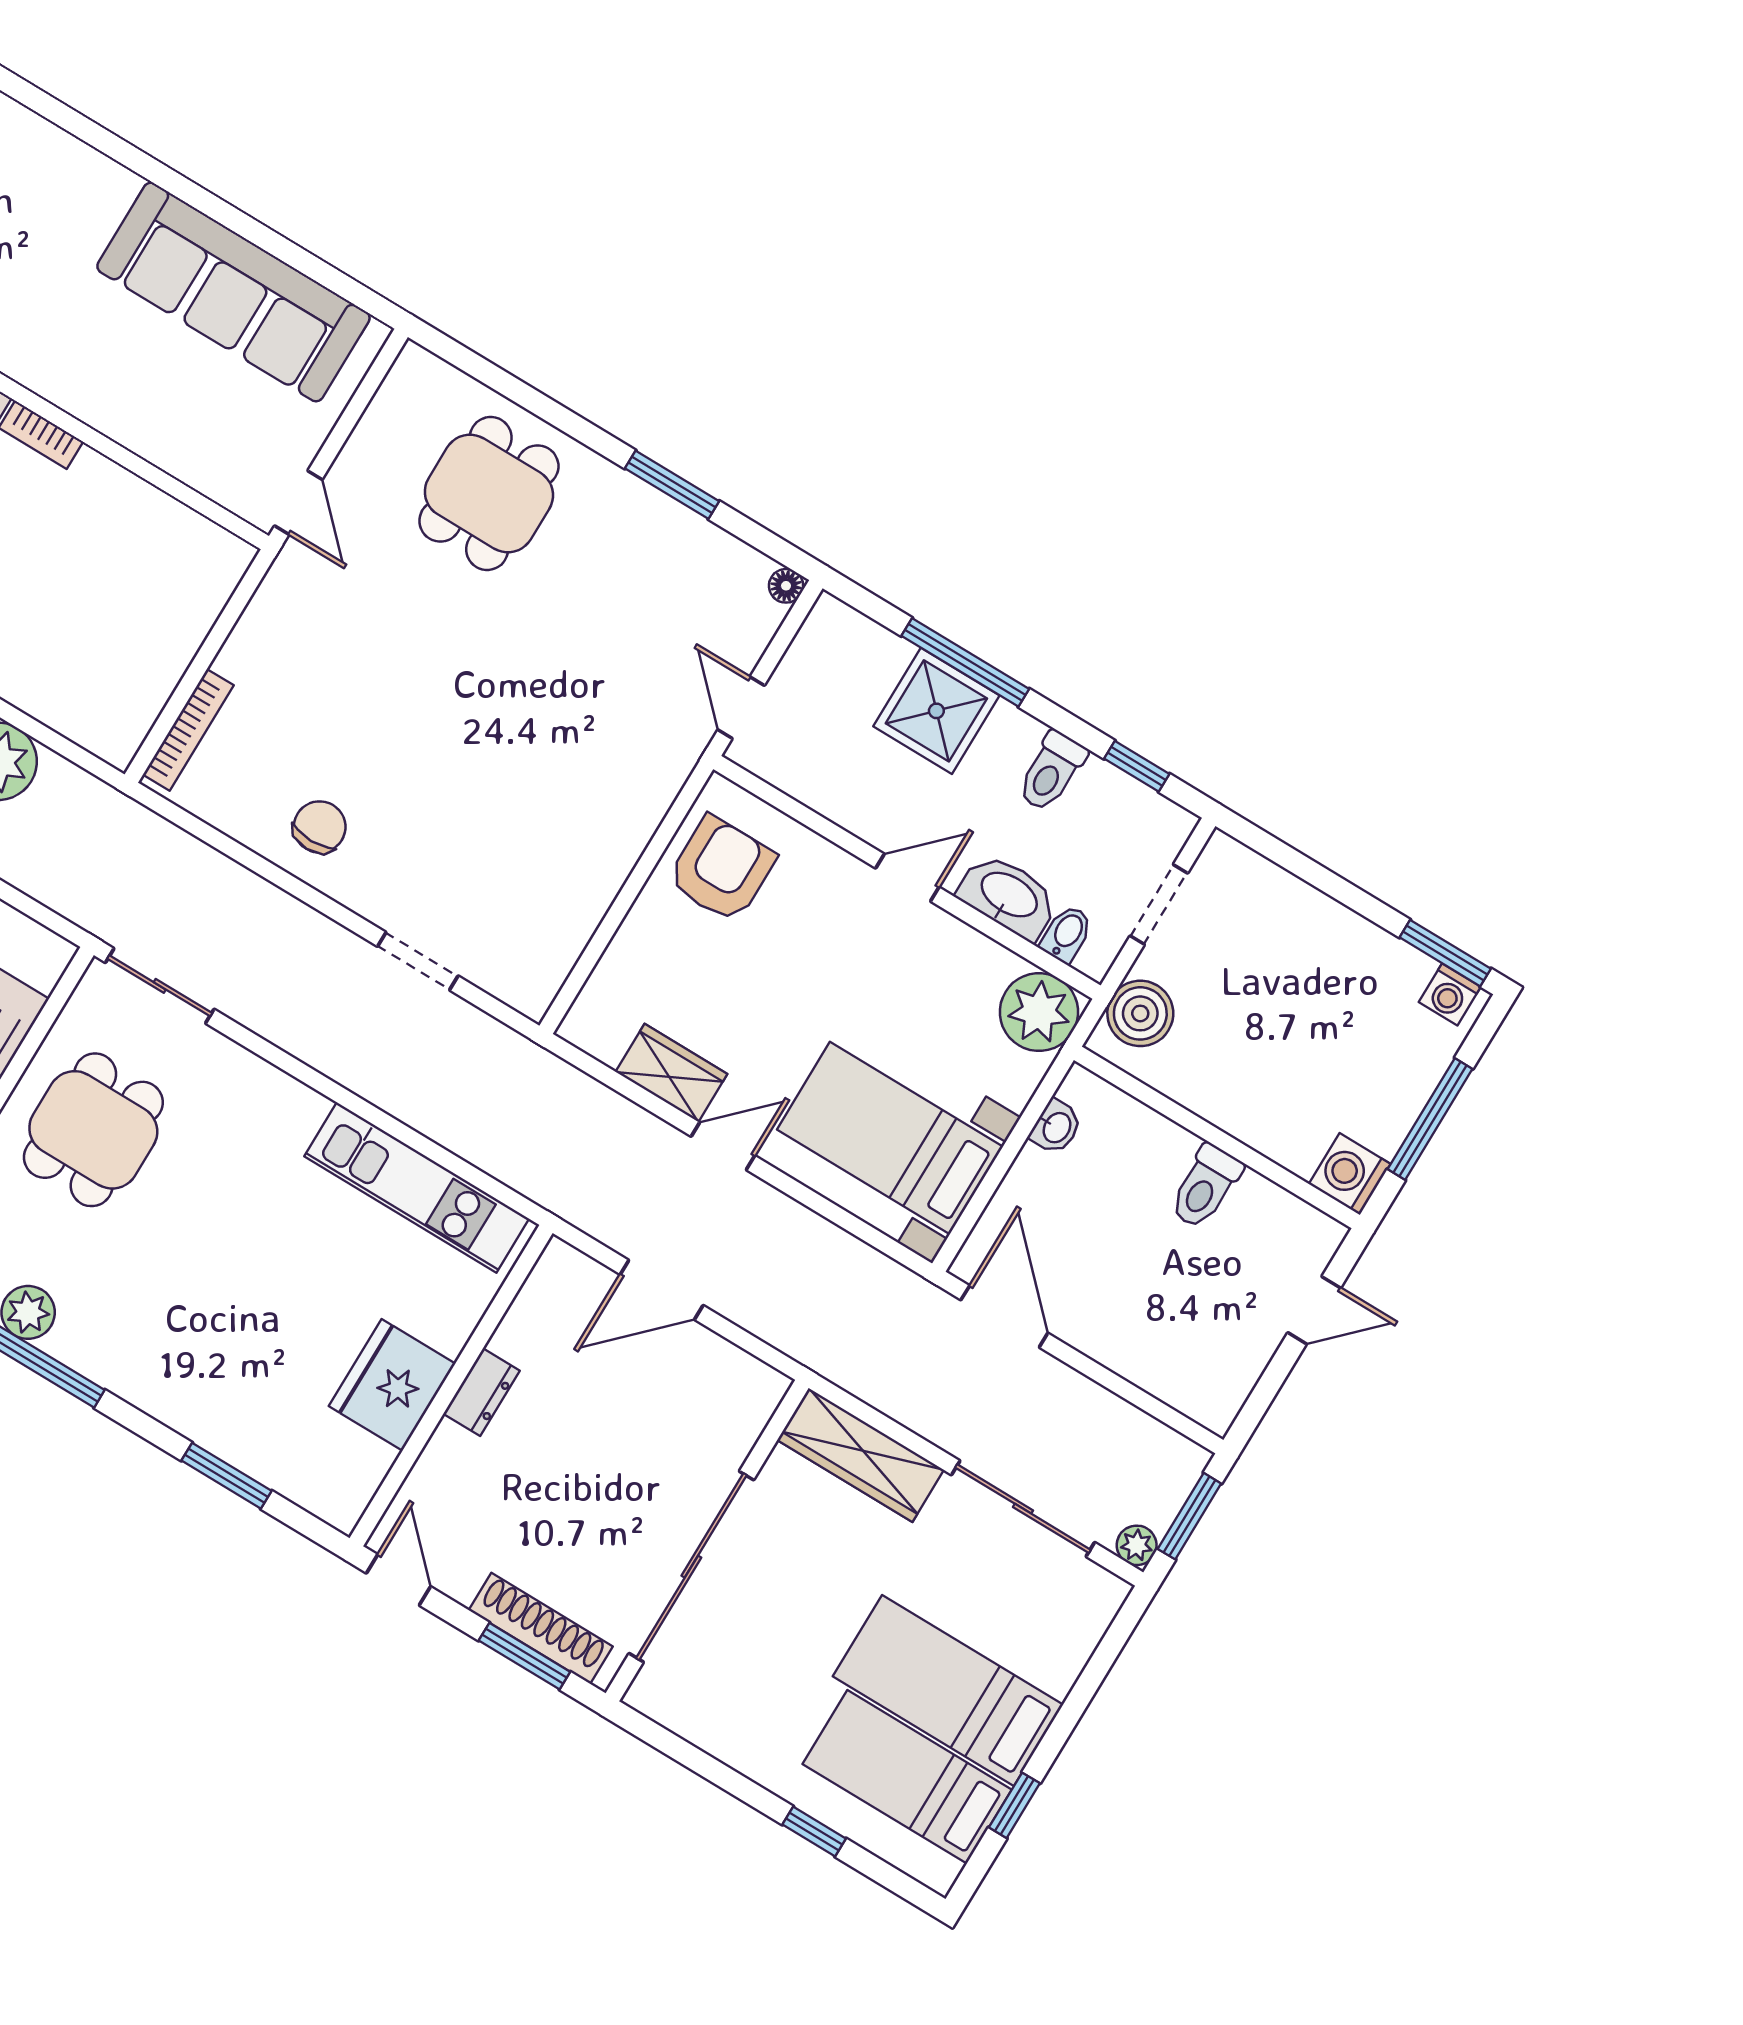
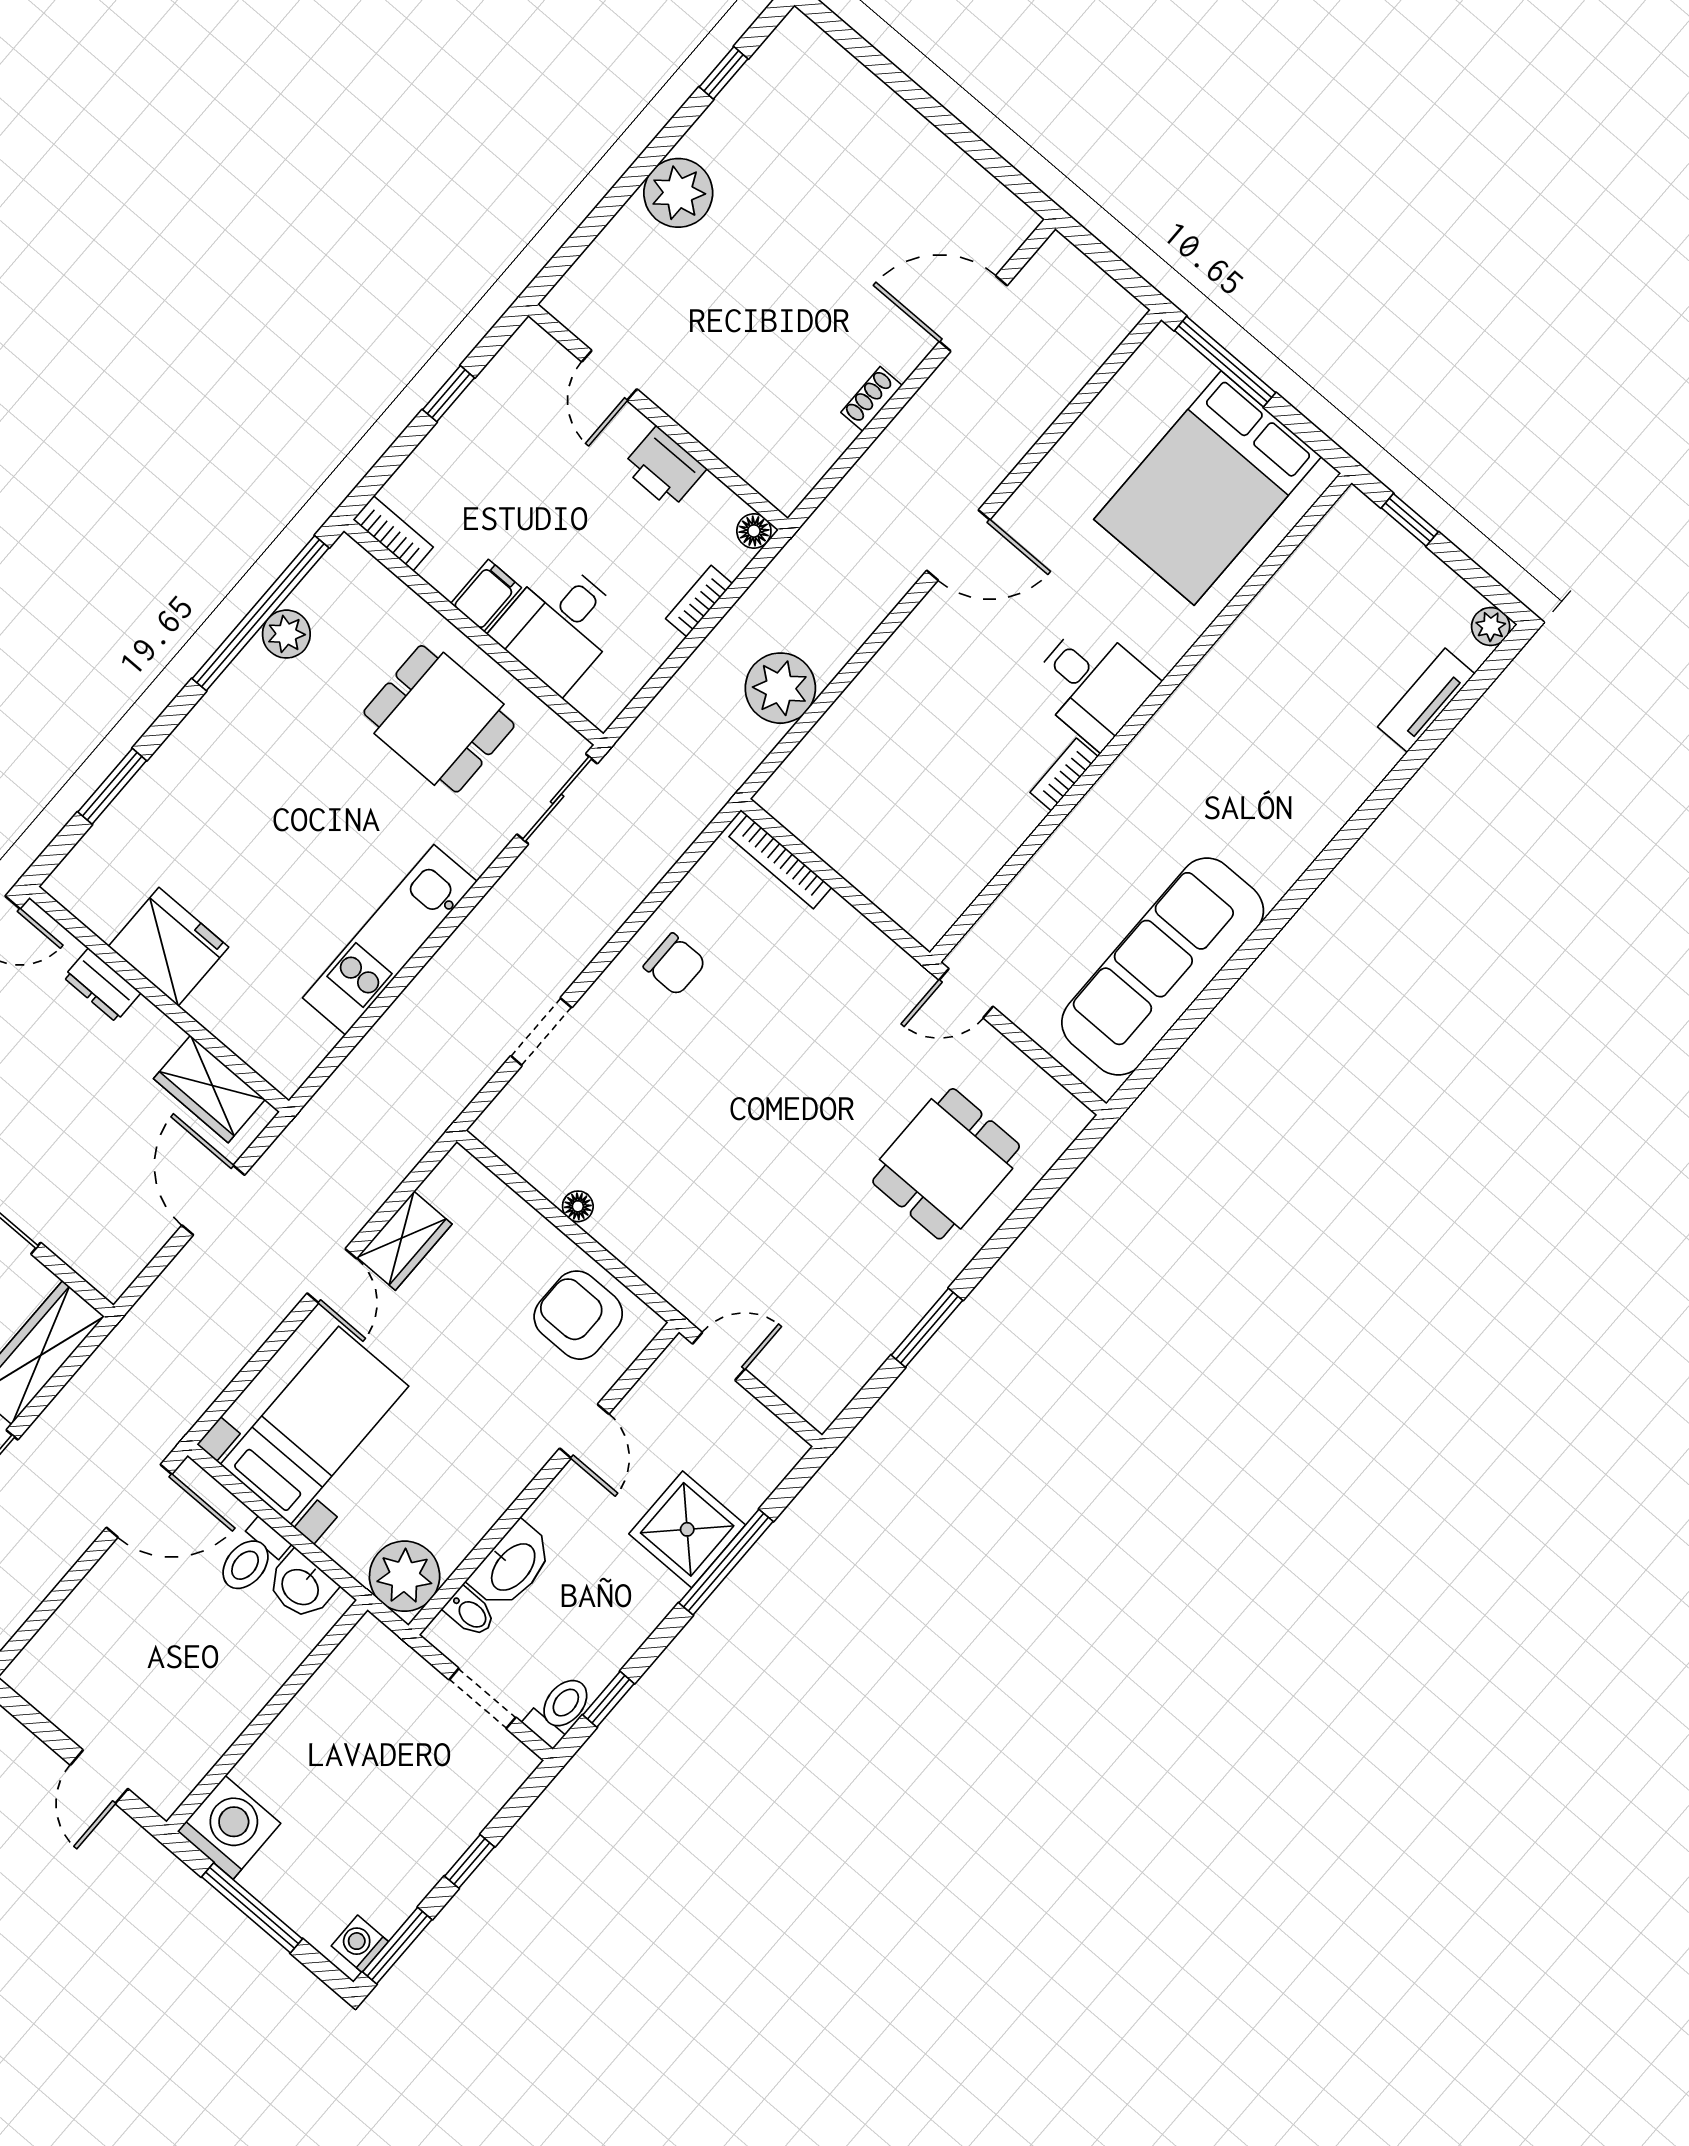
dining table: (489, 493) -> (946, 1164), turned 90
floor lamp: (786, 586) -> (578, 1206), moved
toilet: (1051, 771) -> (560, 1710), moved, turned 90
armchair: (721, 869) -> (578, 1315), turned 180
door: (907, 878) -> (584, 1431), moved
window: (1340, 889) -> (469, 1861), added
boiler: (1140, 1013) -> (388, 1666), removed
washbasin: (1056, 1127) -> (301, 1586), width x1.38, depth x1.45
washing machine: (1350, 1174) -> (229, 1827), width x1.37, depth x1.37
toilet: (1205, 1187) -> (252, 1558), moved, turned -90
kitchen unit: (417, 1188) -> (390, 940), moved
wardrobe: (541, 1314) -> (209, 1089), added
dresser: (482, 1392) -> (102, 985), moved

